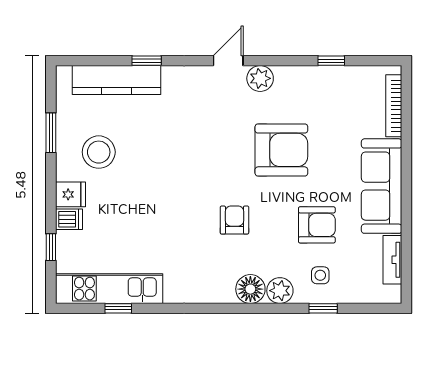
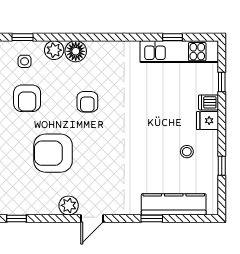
window: (51, 133) -> (222, 166), width x0.67
stool: (99, 152) -> (187, 152), width x0.53, depth x0.53
armchair: (317, 225) -> (27, 98), turned -90

